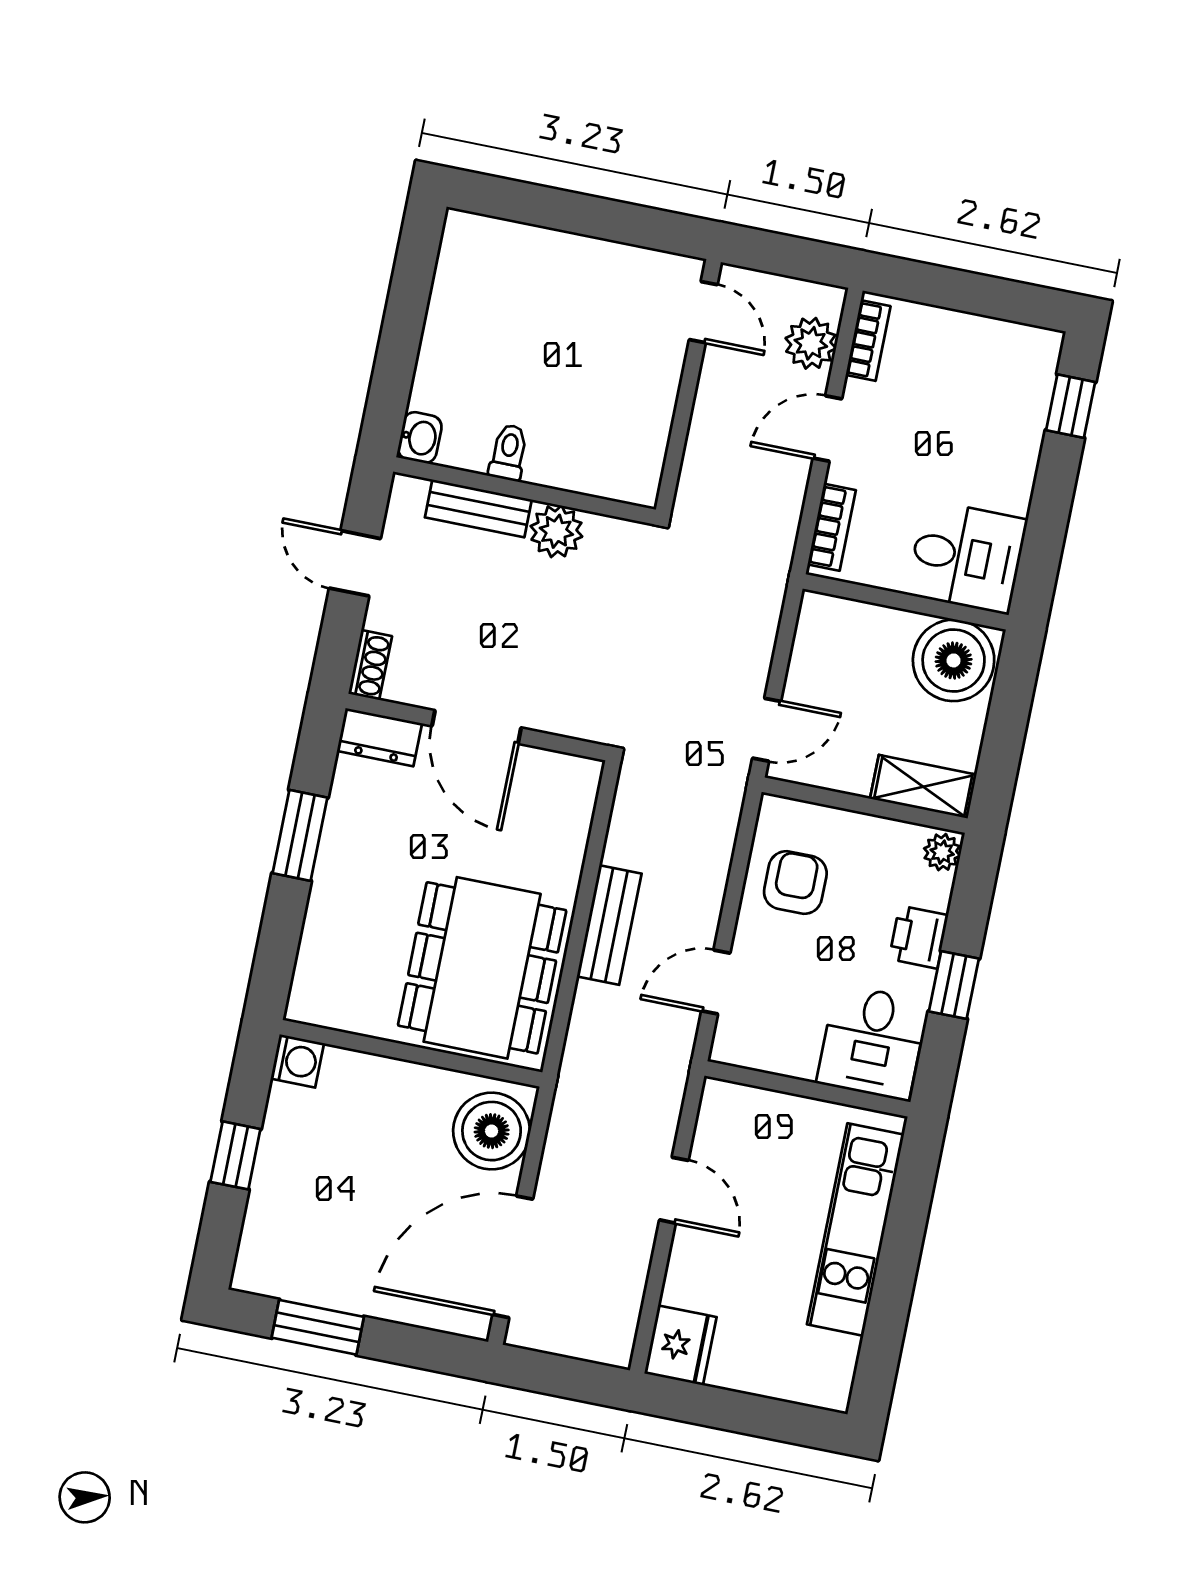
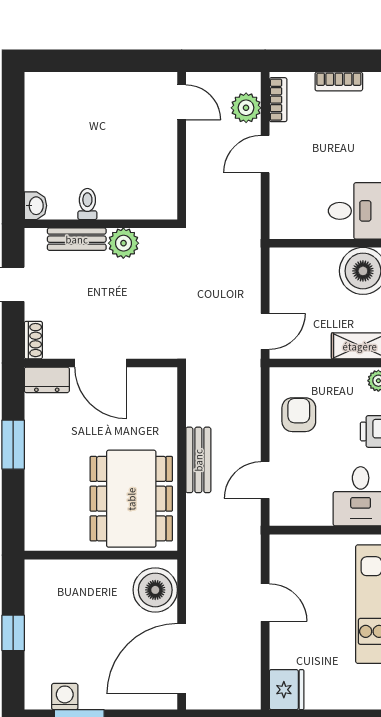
bookcase: (832, 527) -> (339, 81), moved, turned 90
washing machine: (297, 1061) -> (65, 697), moved, turned -90

